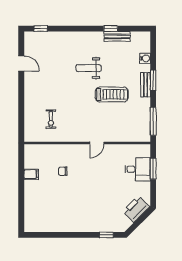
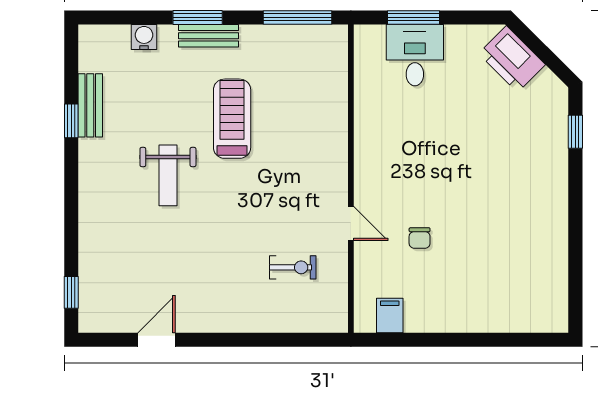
door: (97, 143) -> (351, 223), moved
filing cabinet: (31, 174) -> (390, 315), moved

